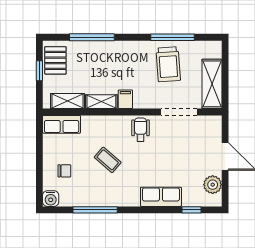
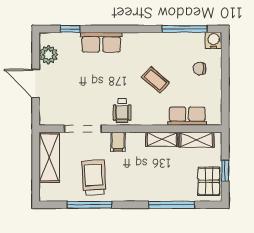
filing cabinet: (125, 99) -> (118, 142), moved
row of seats: (62, 124) -> (187, 116), moved
window: (95, 210) -> (184, 29), moved

